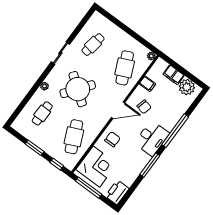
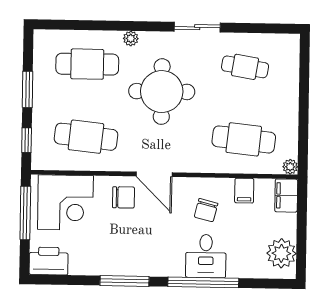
cafe table: (125, 68) -> (244, 139), turned 30
filing cabinet: (174, 75) -> (286, 196), moved
round table: (78, 89) -> (162, 92), turned -37
door: (118, 110) -> (154, 174), moved
cafe table: (42, 113) -> (87, 64), width x1.37, depth x1.35
cafe table: (74, 137) -> (86, 137), turned 30
desk: (152, 138) -> (206, 256), moved, width x0.73

